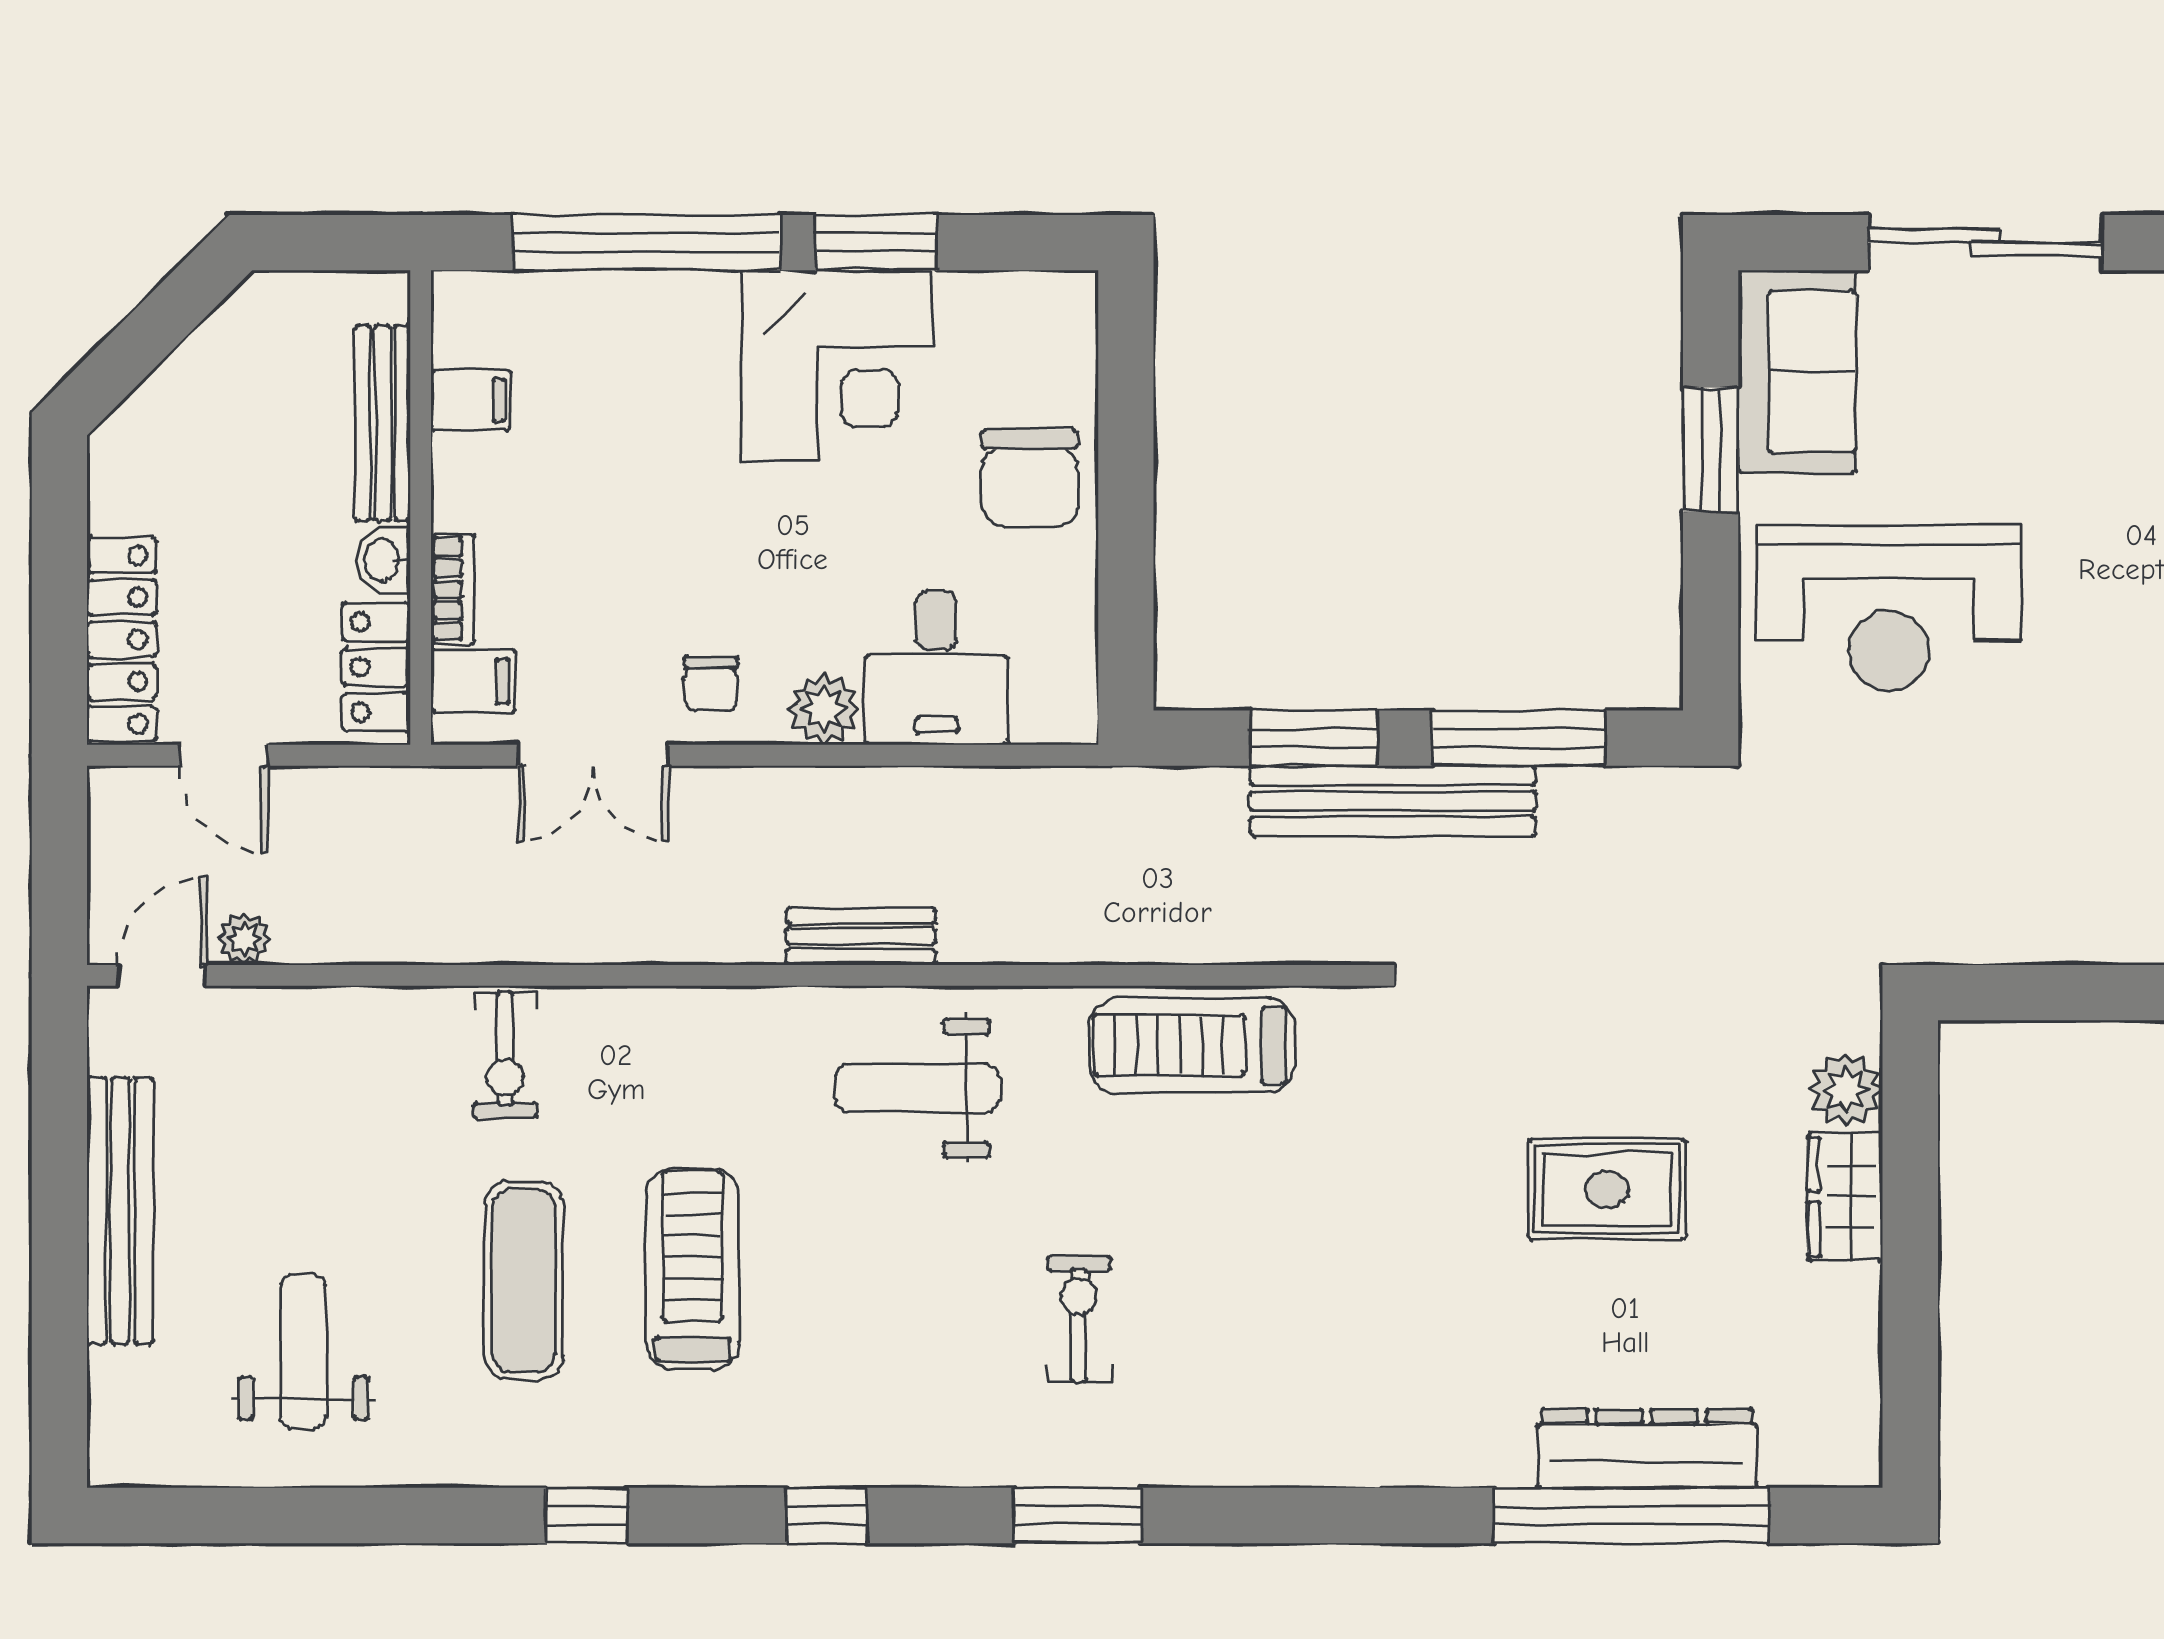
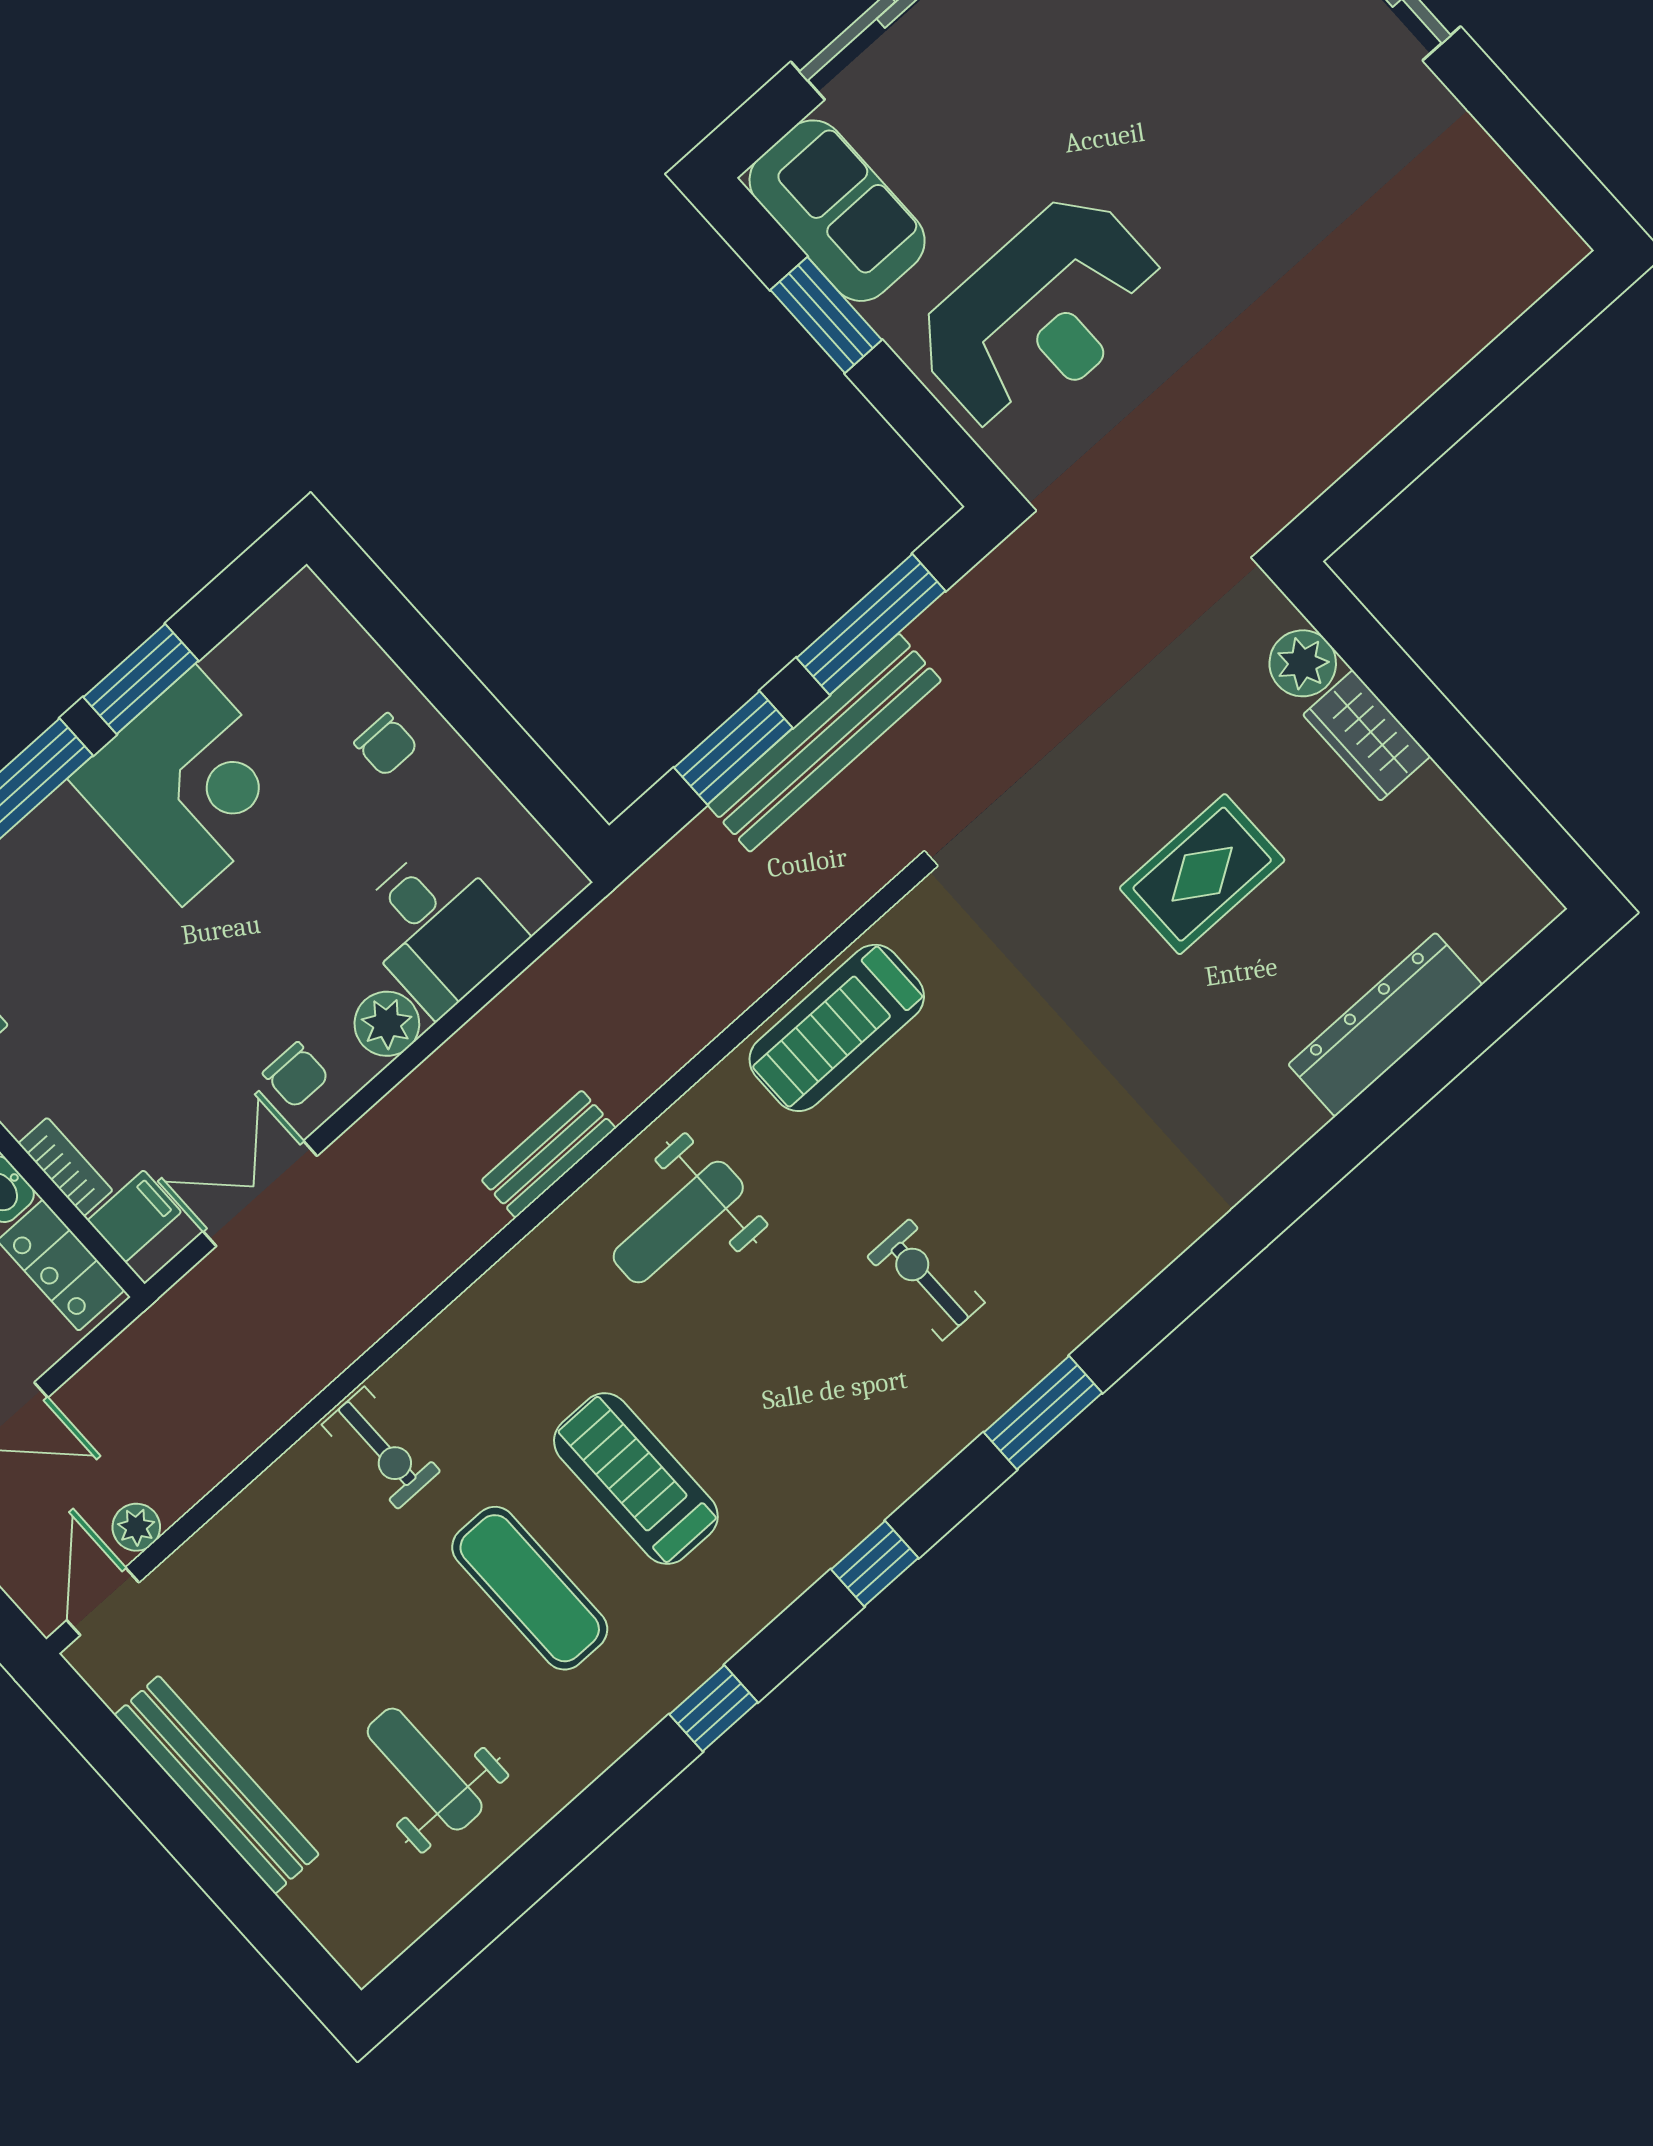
chair: (1030, 478) -> (386, 745), width x0.54, depth x0.54
double door: (593, 755) -> (260, 1194), swing flipped
window: (1631, 1515) -> (1415, 1079), removed

